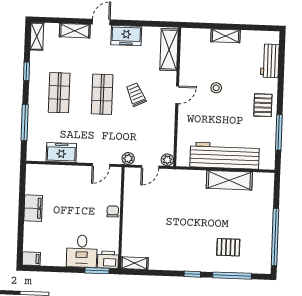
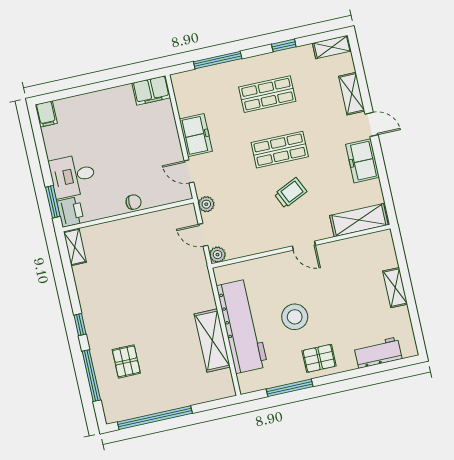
stool: (216, 88) -> (295, 317), moved, width x1.89, depth x1.89
freezer: (61, 152) -> (196, 135), moved
filing cabinet: (33, 208) -> (151, 90), moved

